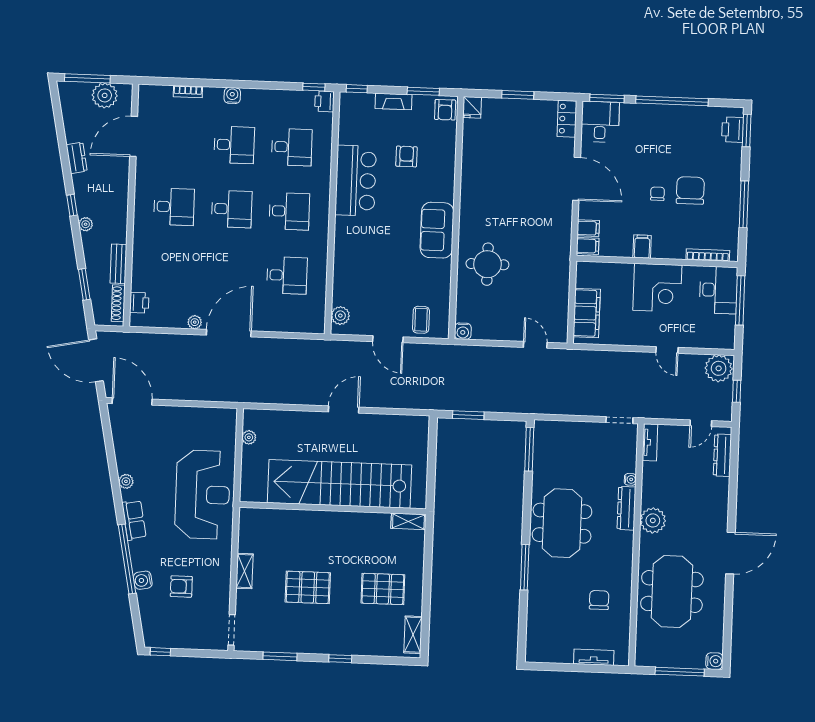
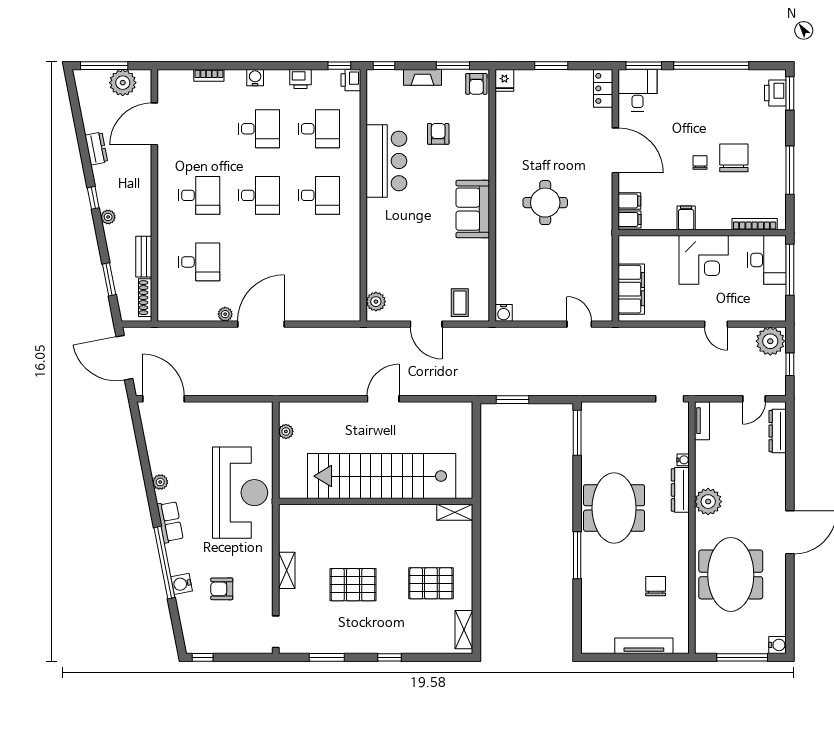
round table: (487, 264) -> (545, 203), moved
desk: (287, 275) -> (199, 262), moved
printer: (139, 303) -> (301, 79), moved, turned 90
tv unit: (594, 657) -> (644, 646), width x1.41

